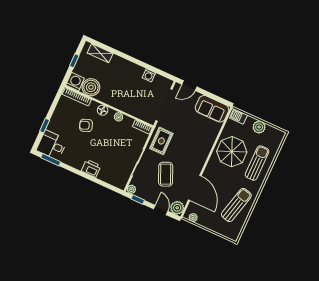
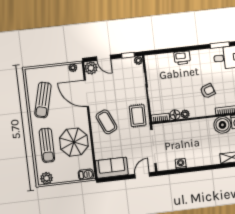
floor lamp: (103, 110) -> (175, 115), moved
plant: (259, 127) -> (47, 178), moved
coffee table: (166, 174) -> (106, 122), moved

